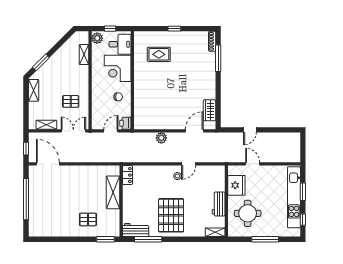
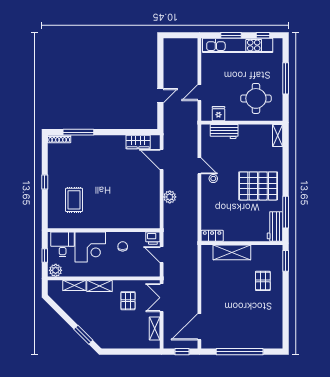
shelving: (34, 90) -> (99, 286), moved
door: (250, 130) -> (160, 96), hinge flipped
fridge: (236, 185) -> (218, 114), width x0.53, depth x0.75
workbench: (219, 204) -> (224, 131), moved

